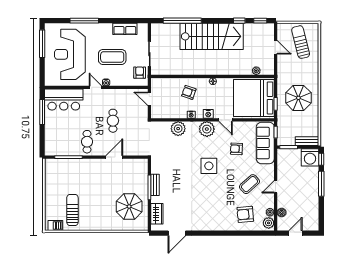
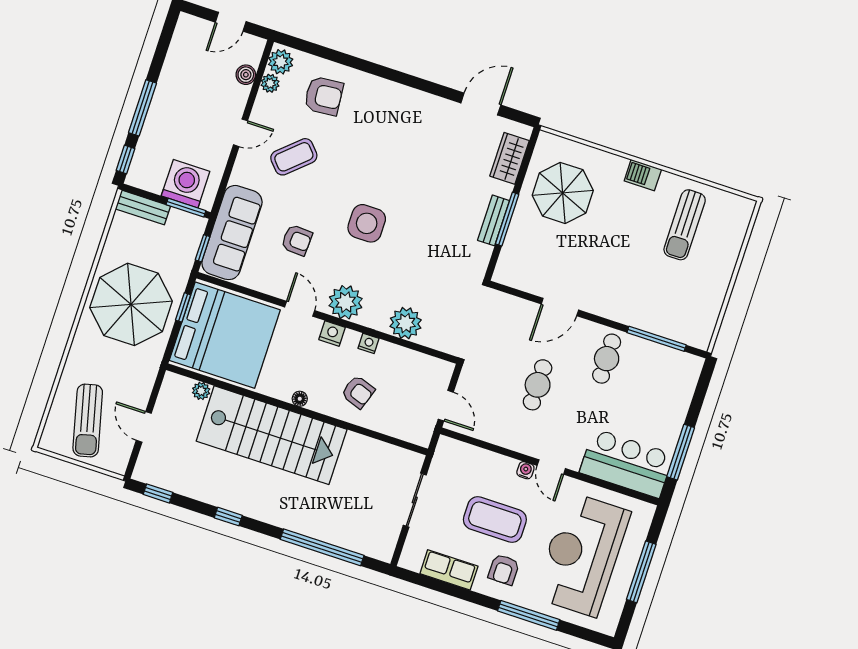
window: (239, 21) -> (228, 517), moved
stairs: (212, 36) -> (272, 435), moved, turned 180
window: (42, 44) -> (641, 572), moved
reception desk: (70, 54) -> (582, 554), turned 180
armchair: (140, 73) -> (504, 570), moved
parasol: (298, 98) -> (131, 304), width x1.36, depth x1.36
washing machine: (310, 157) -> (186, 184), moved
barbecue: (55, 225) -> (643, 175), moved

